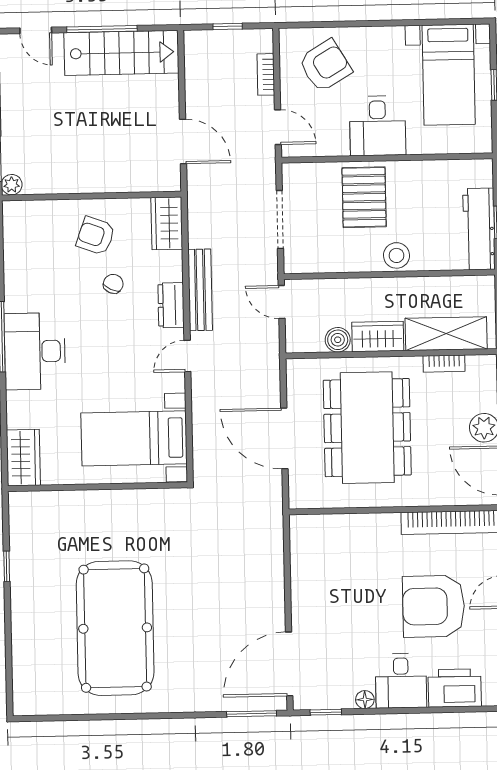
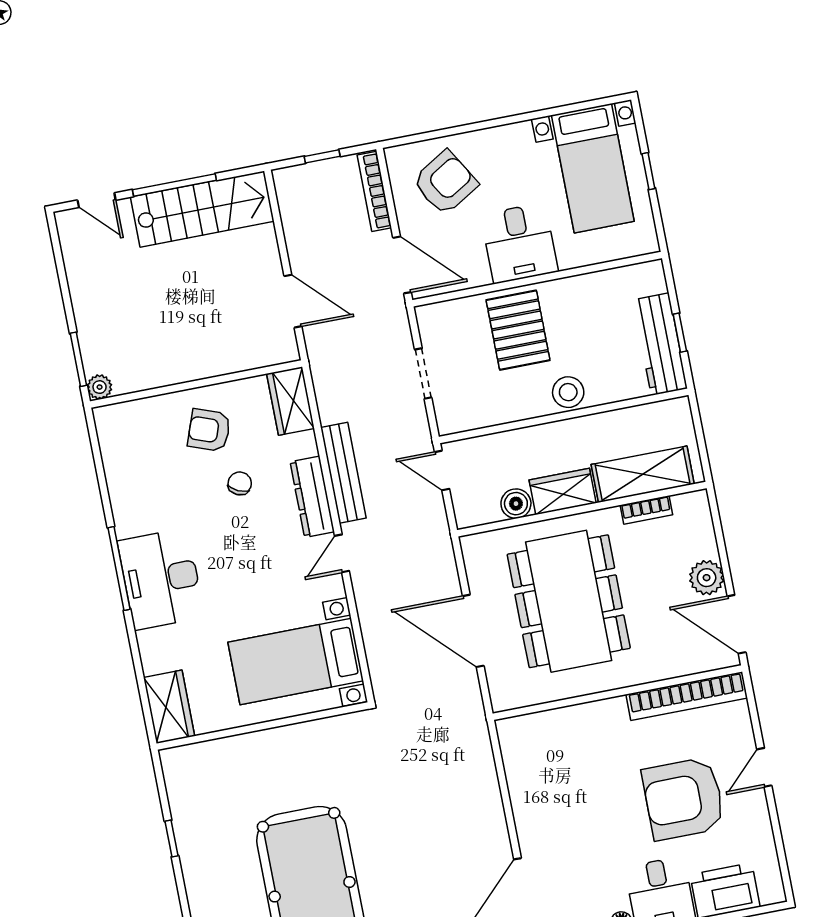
bookcase: (266, 74) -> (374, 191), width x1.56
door: (278, 127) -> (402, 265), width x1.37
doorway: (280, 220) -> (423, 374), width x0.73
dresser: (171, 305) -> (312, 497), width x1.44

